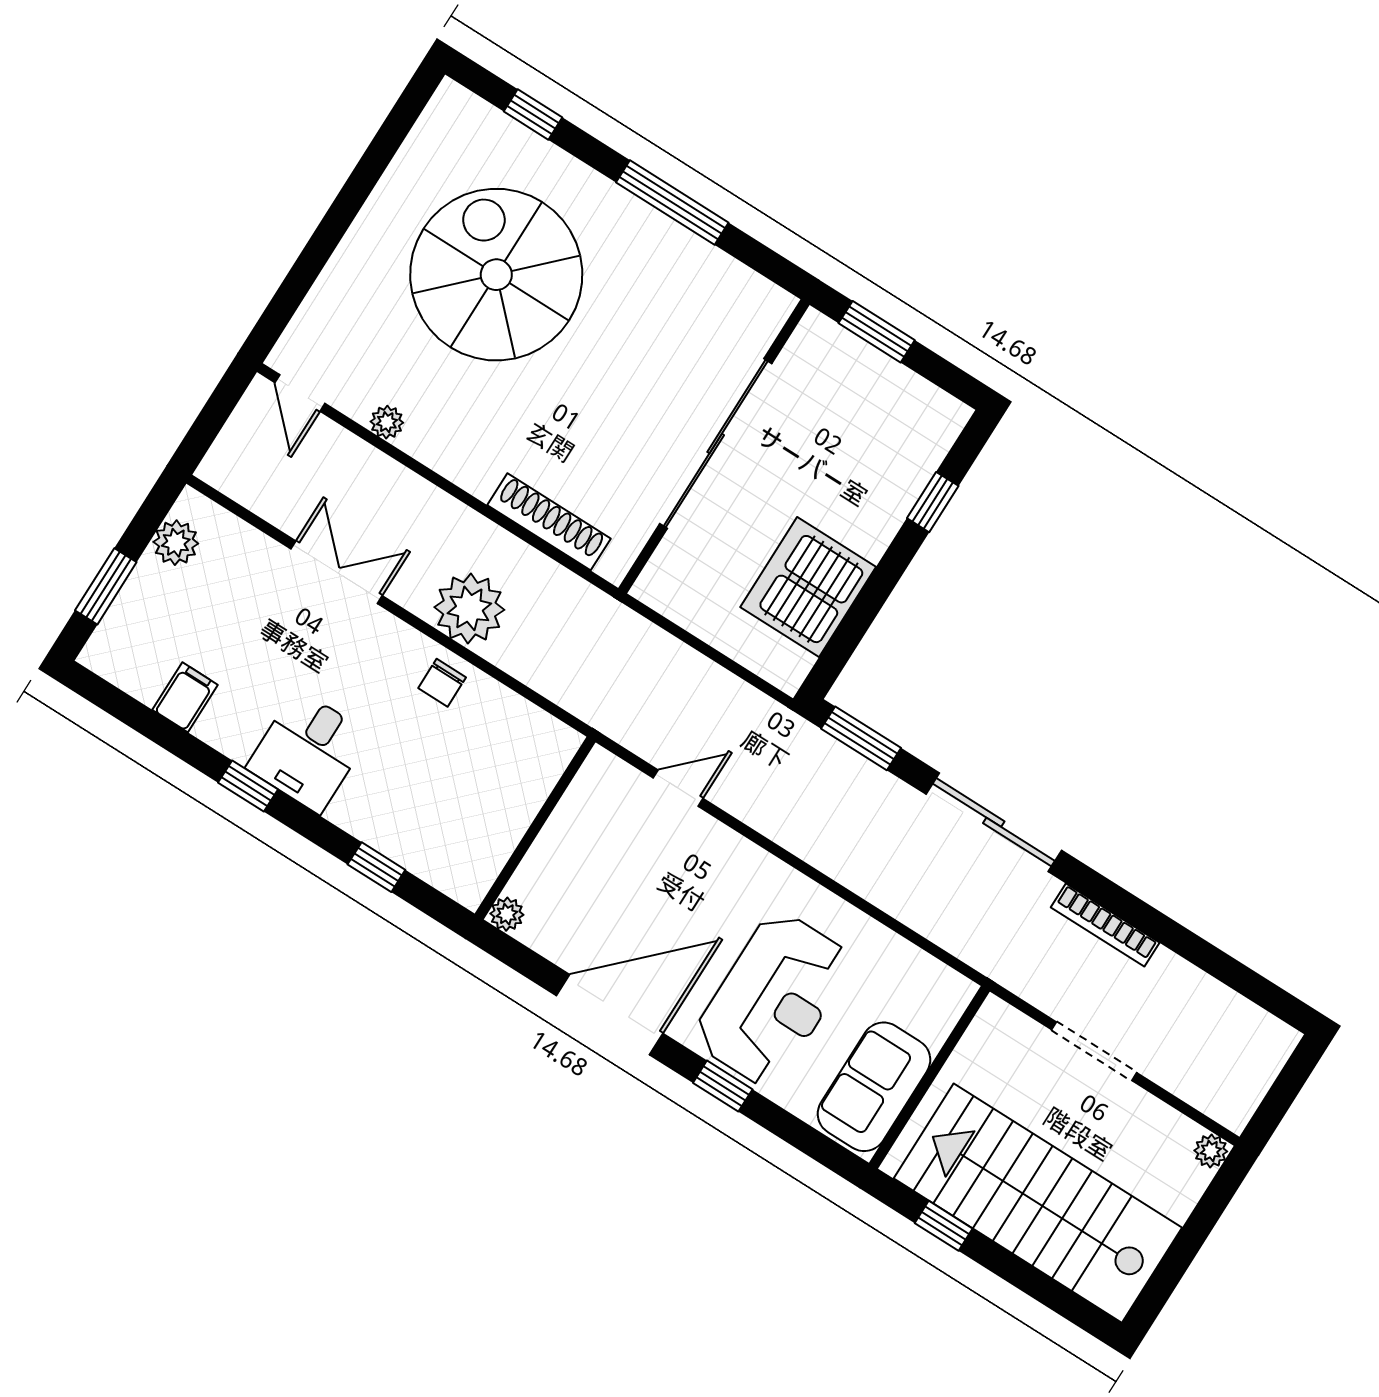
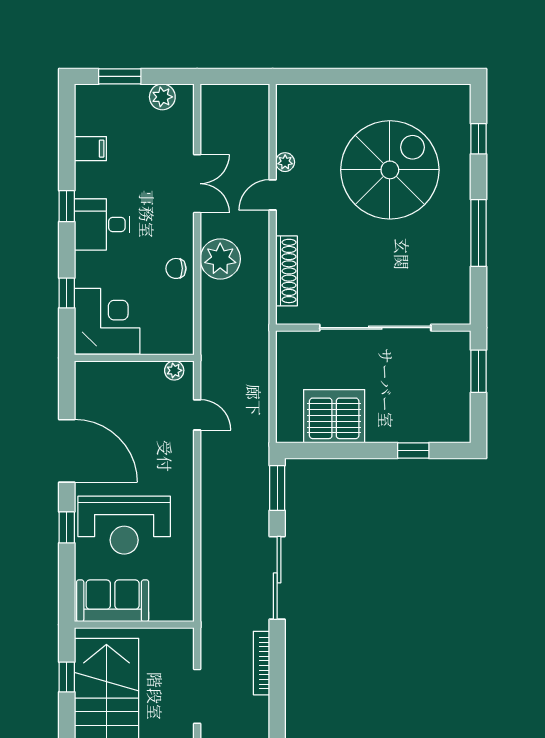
door: (300, 393) -> (273, 195), moved
corner desk: (456, 834) -> (107, 321), added
plant: (507, 914) -> (174, 370), moved

